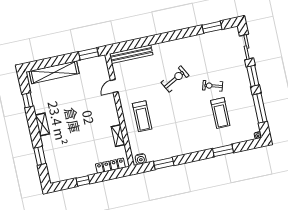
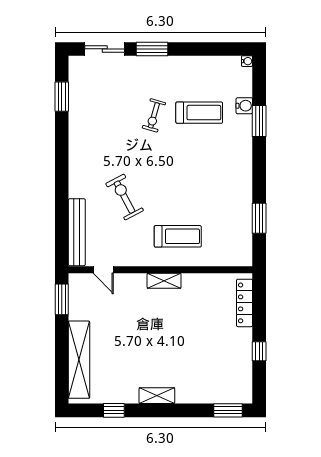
exercise bike: (175, 79) -> (125, 197), moved
door: (114, 86) -> (103, 270), moved
window: (260, 108) -> (205, 49), removed
shelving: (118, 136) -> (164, 281), moved
window: (40, 156) -> (228, 410), moved
water cooler: (141, 159) -> (244, 106), moved

